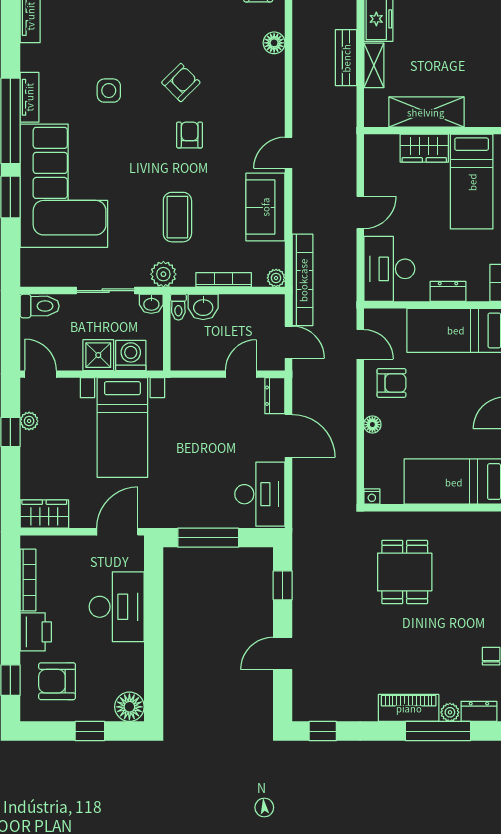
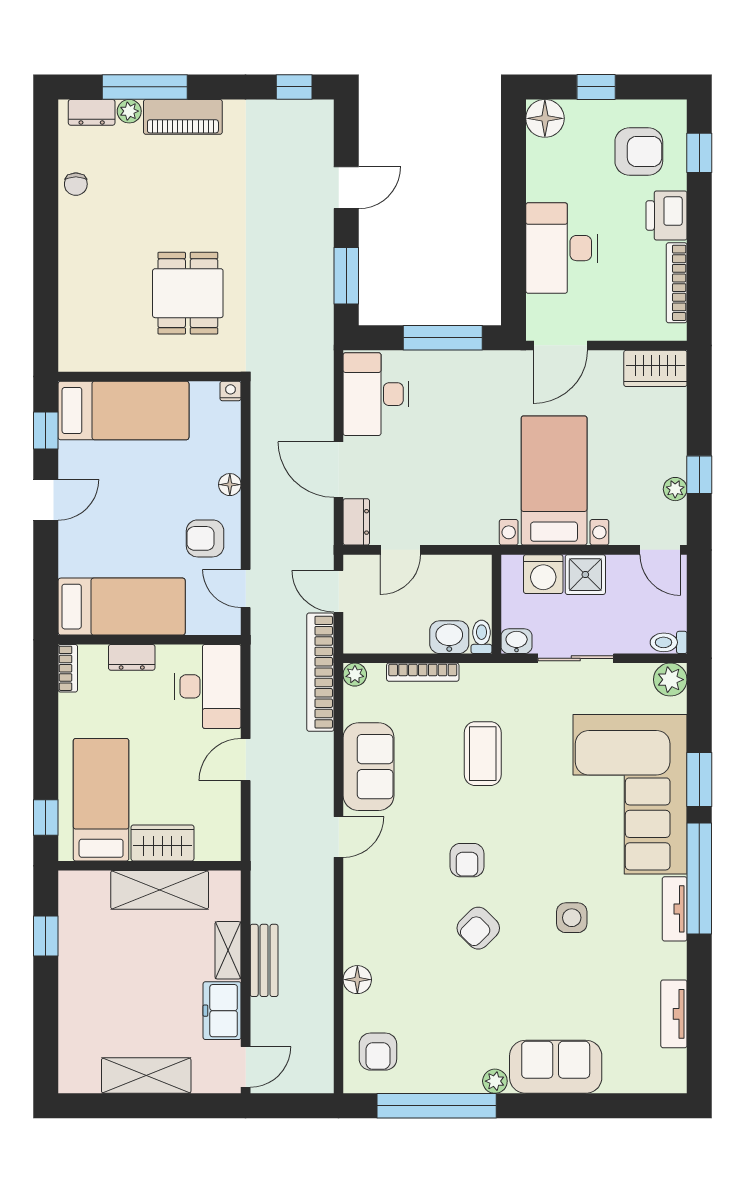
plant: (163, 274) -> (670, 680), moved
toilet: (40, 306) -> (669, 642), width x0.73, depth x0.72
window: (283, 585) -> (346, 276), width x1.50

